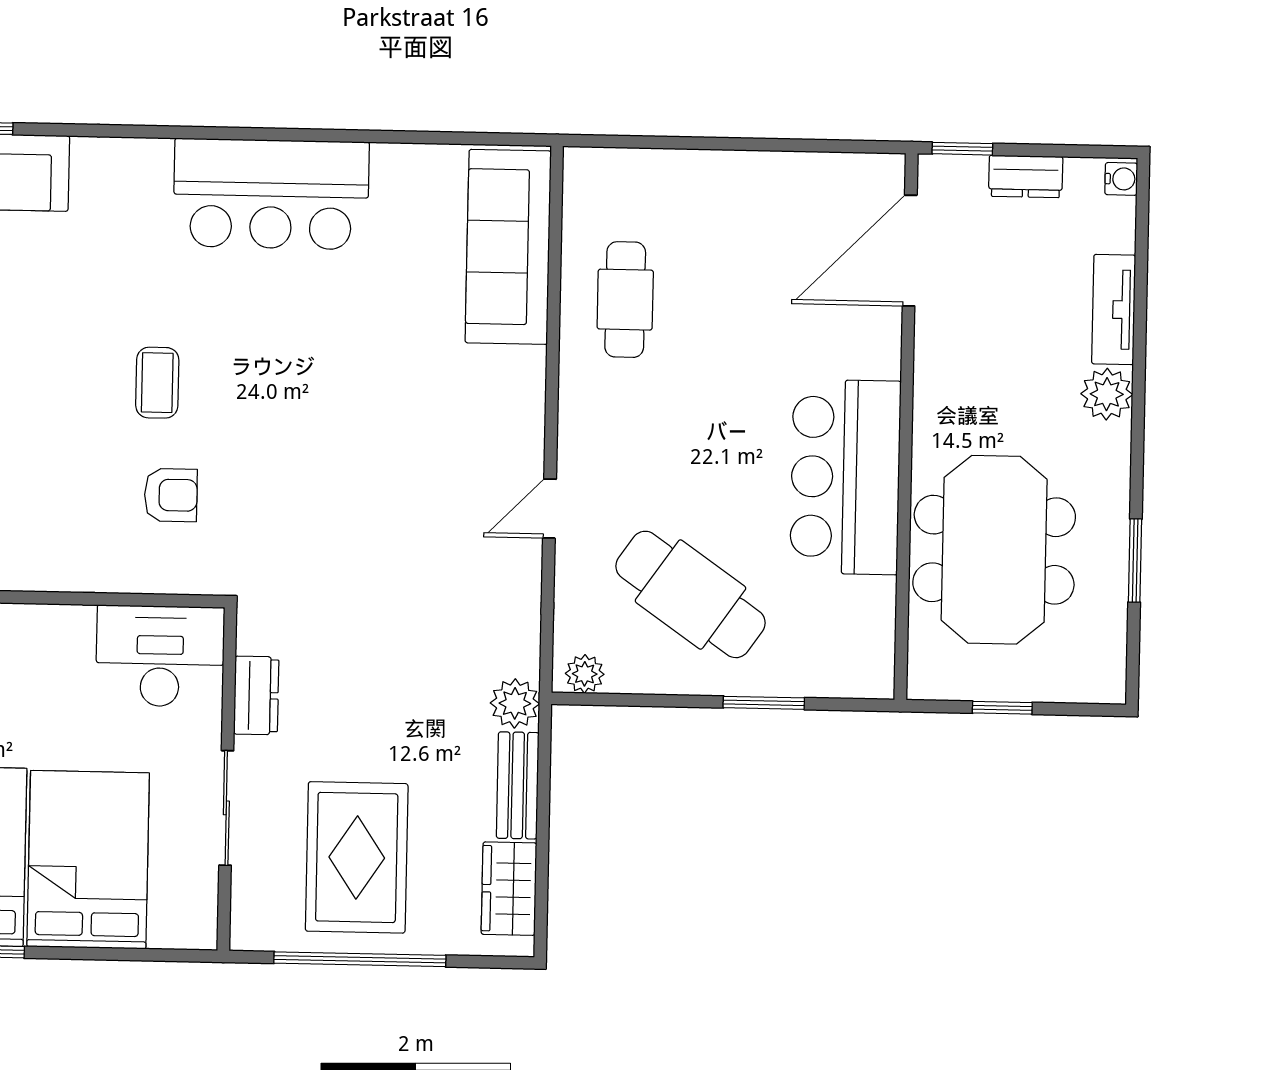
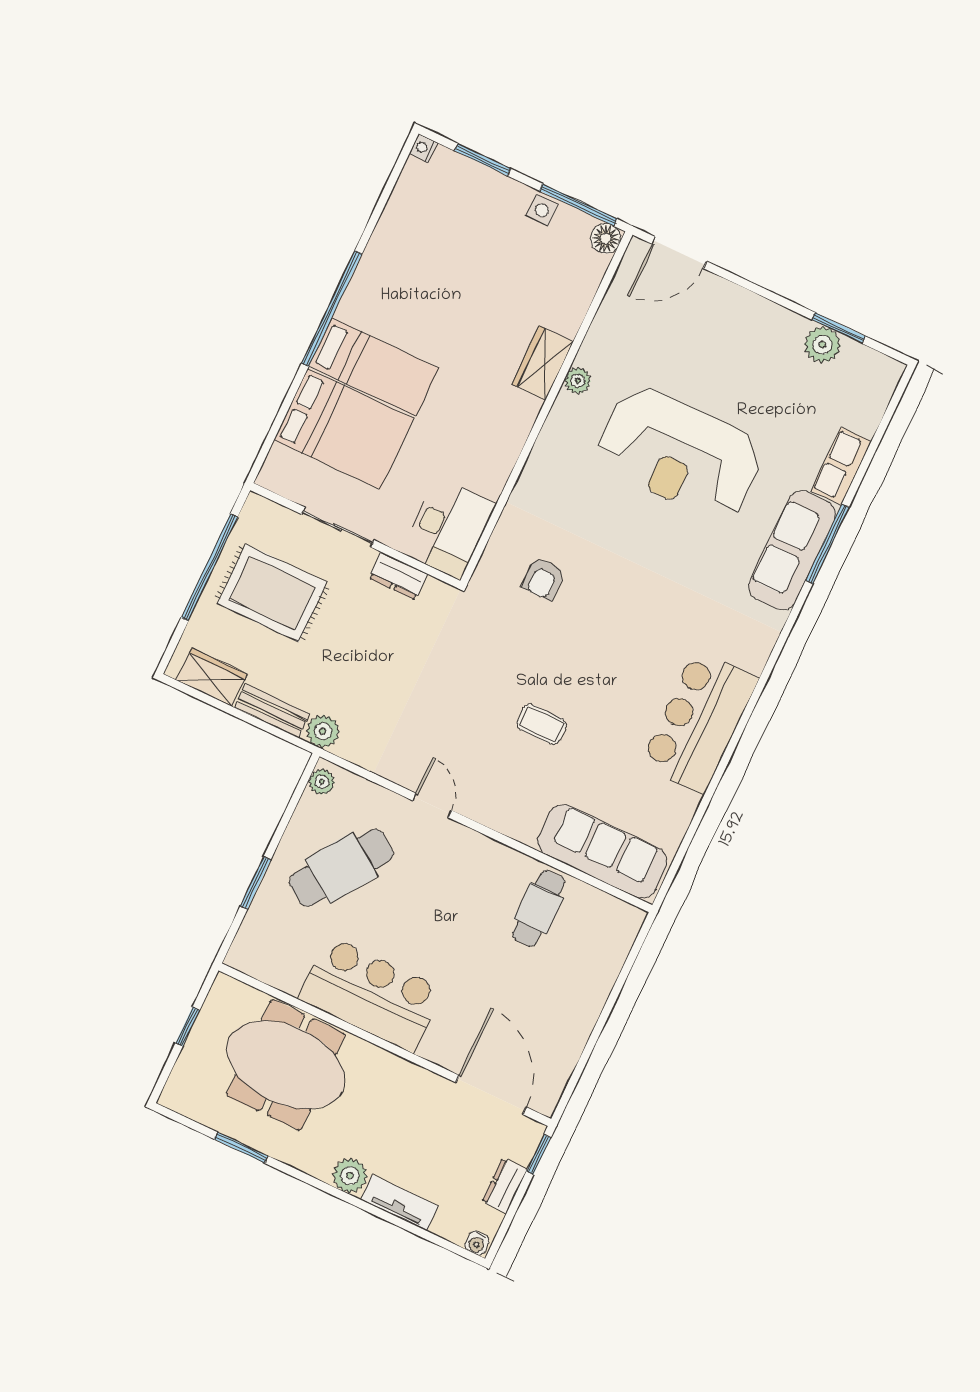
cafe table: (625, 300) -> (539, 908), turned 90
coffee table: (157, 383) -> (541, 724), moved

